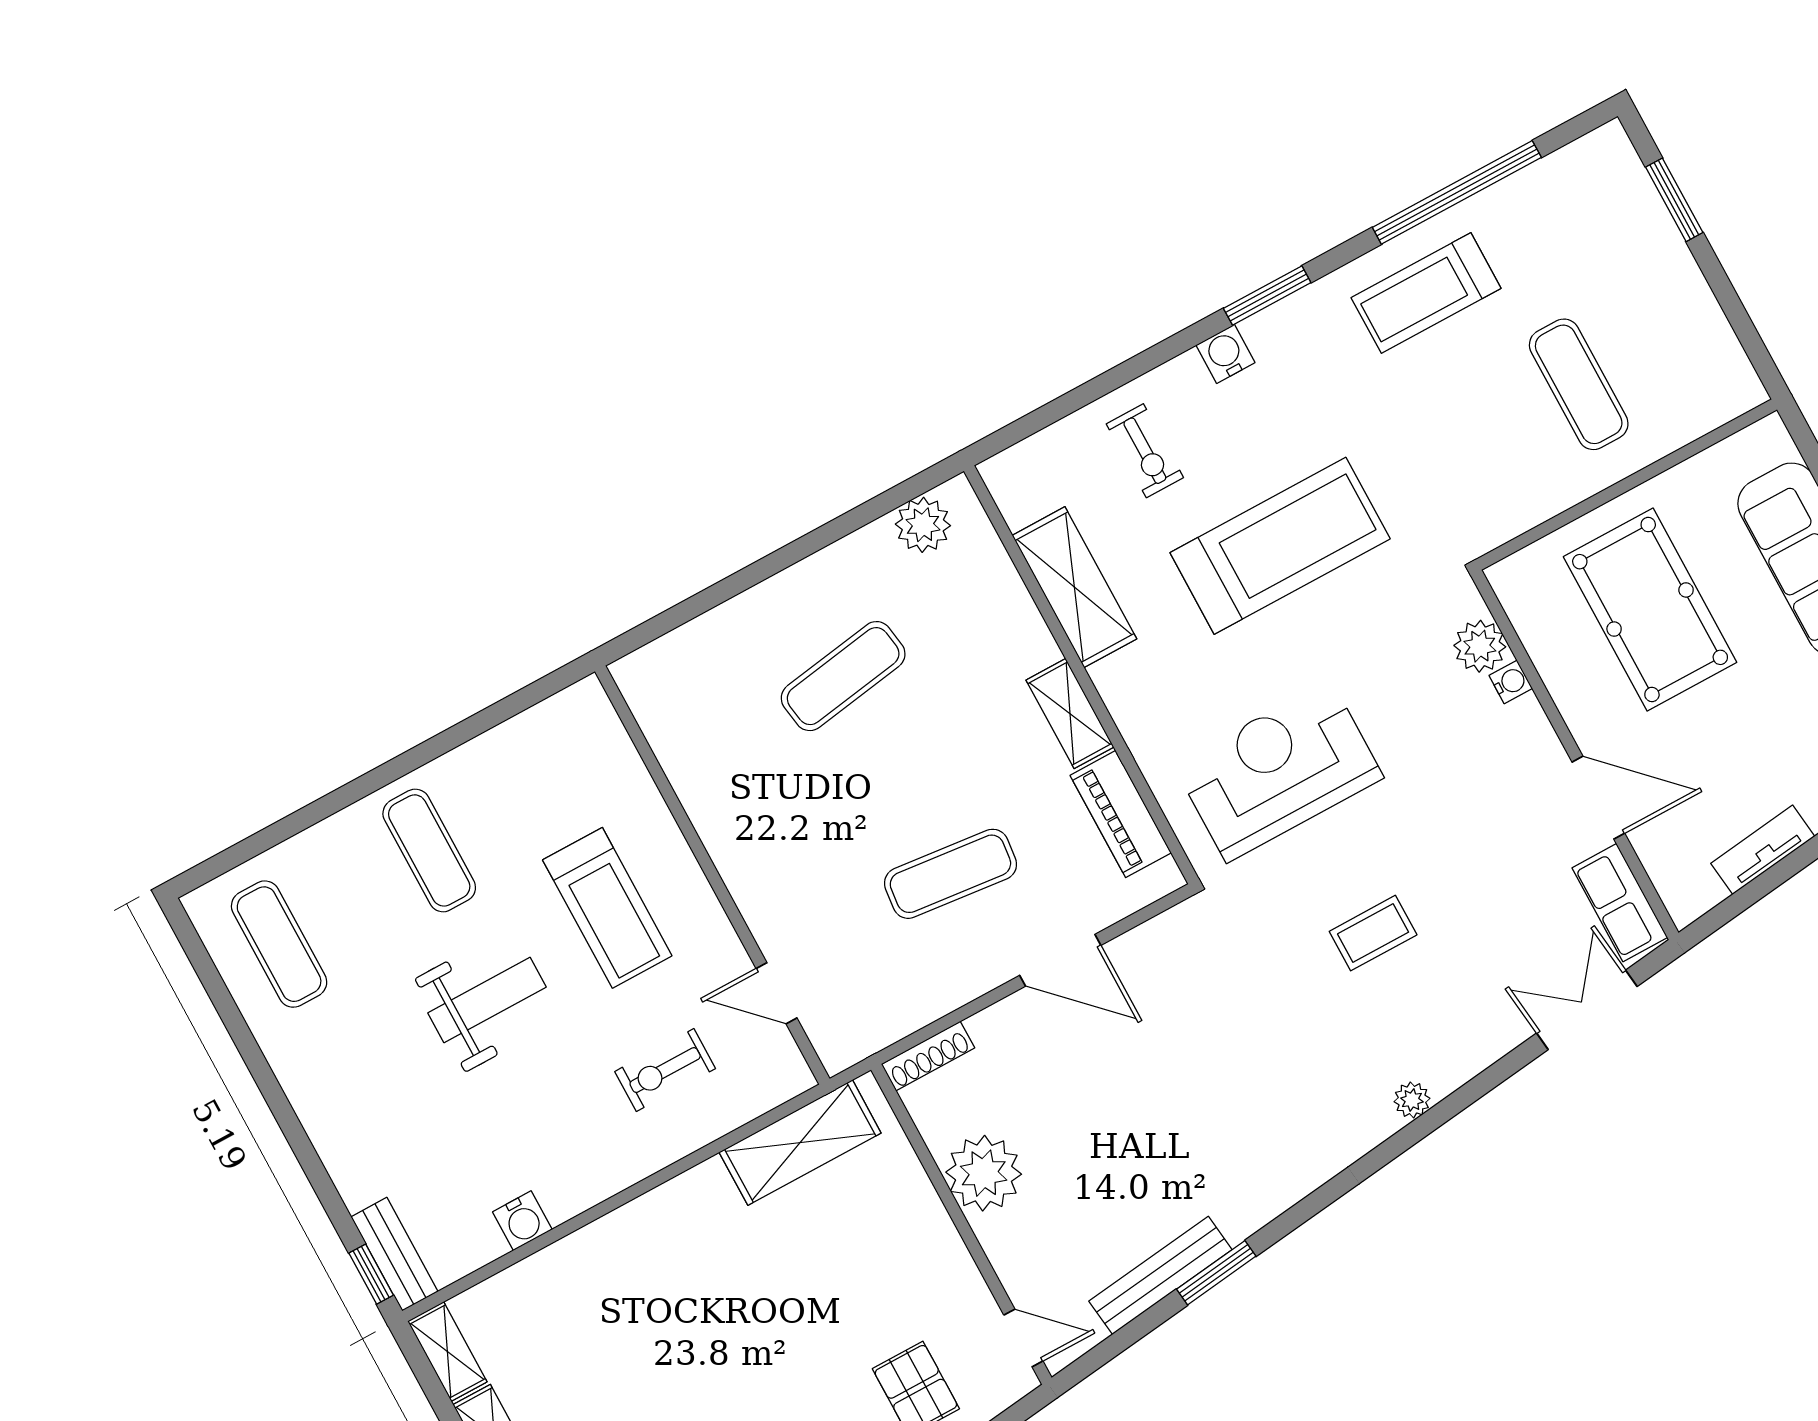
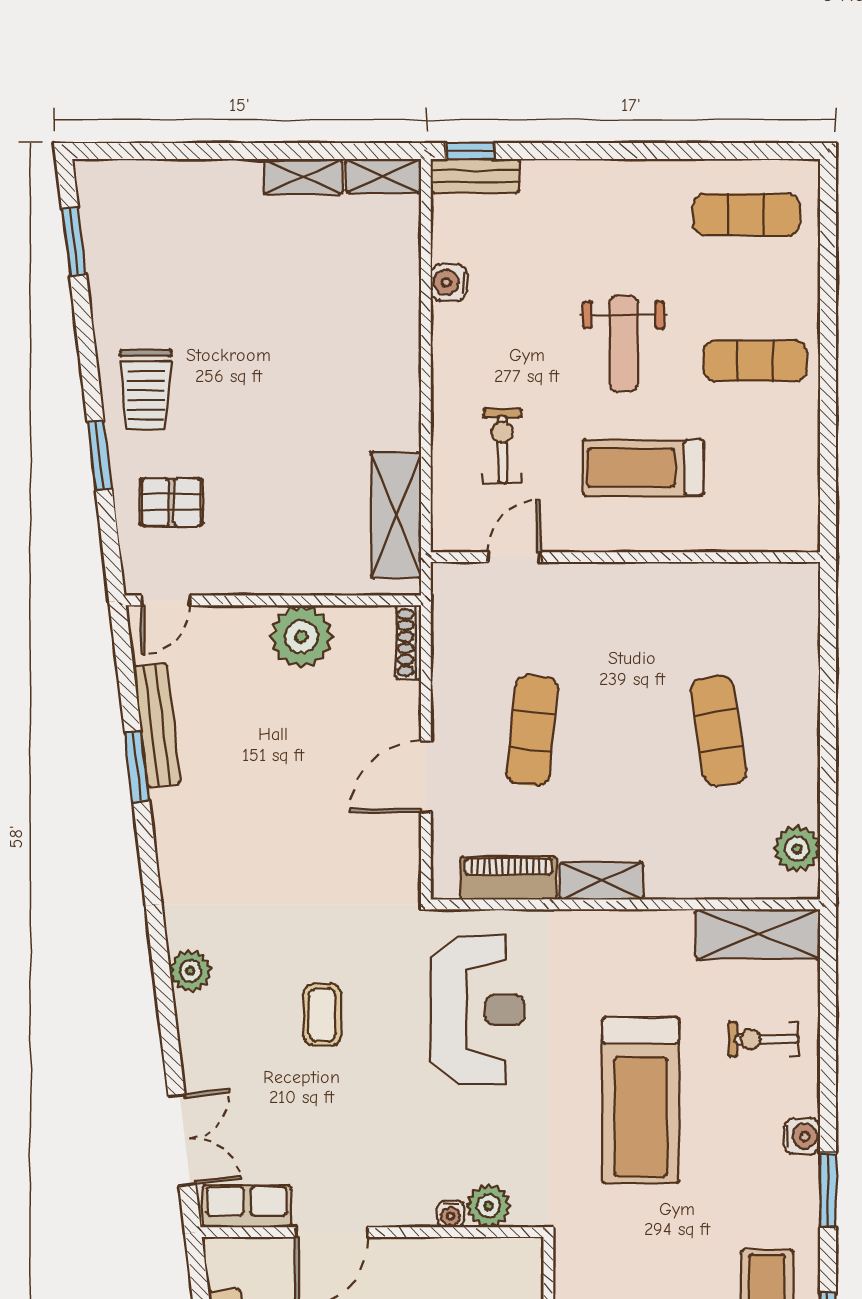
shelving: (1074, 587) -> (758, 934), moved
plant: (1412, 1100) -> (190, 971), width x1.38, depth x1.38

